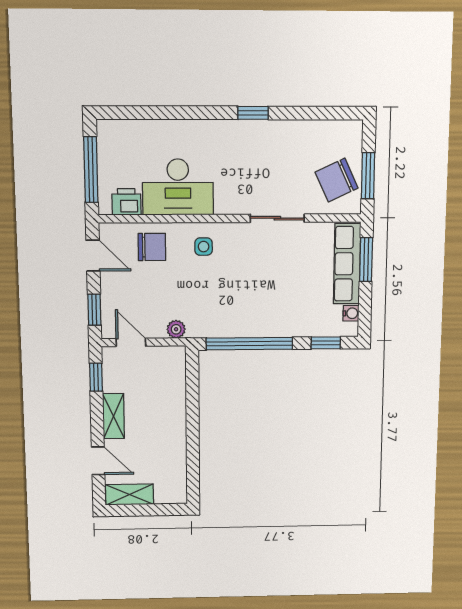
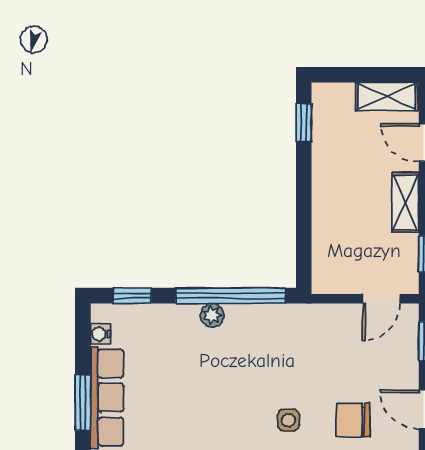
plant: (176, 329) -> (212, 315), moved
door: (131, 342) -> (381, 299), hinge flipped
window: (193, 474) -> (304, 123), added

